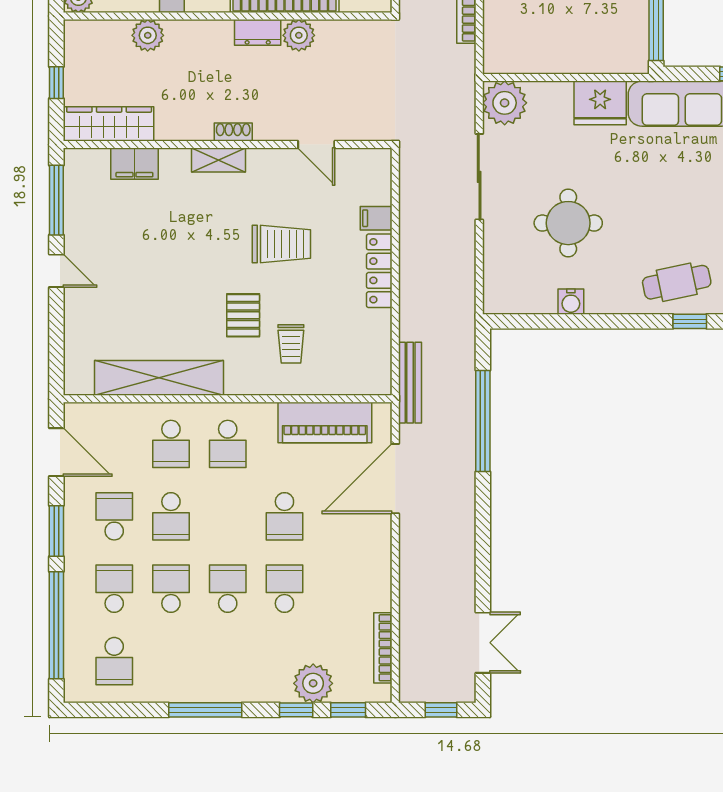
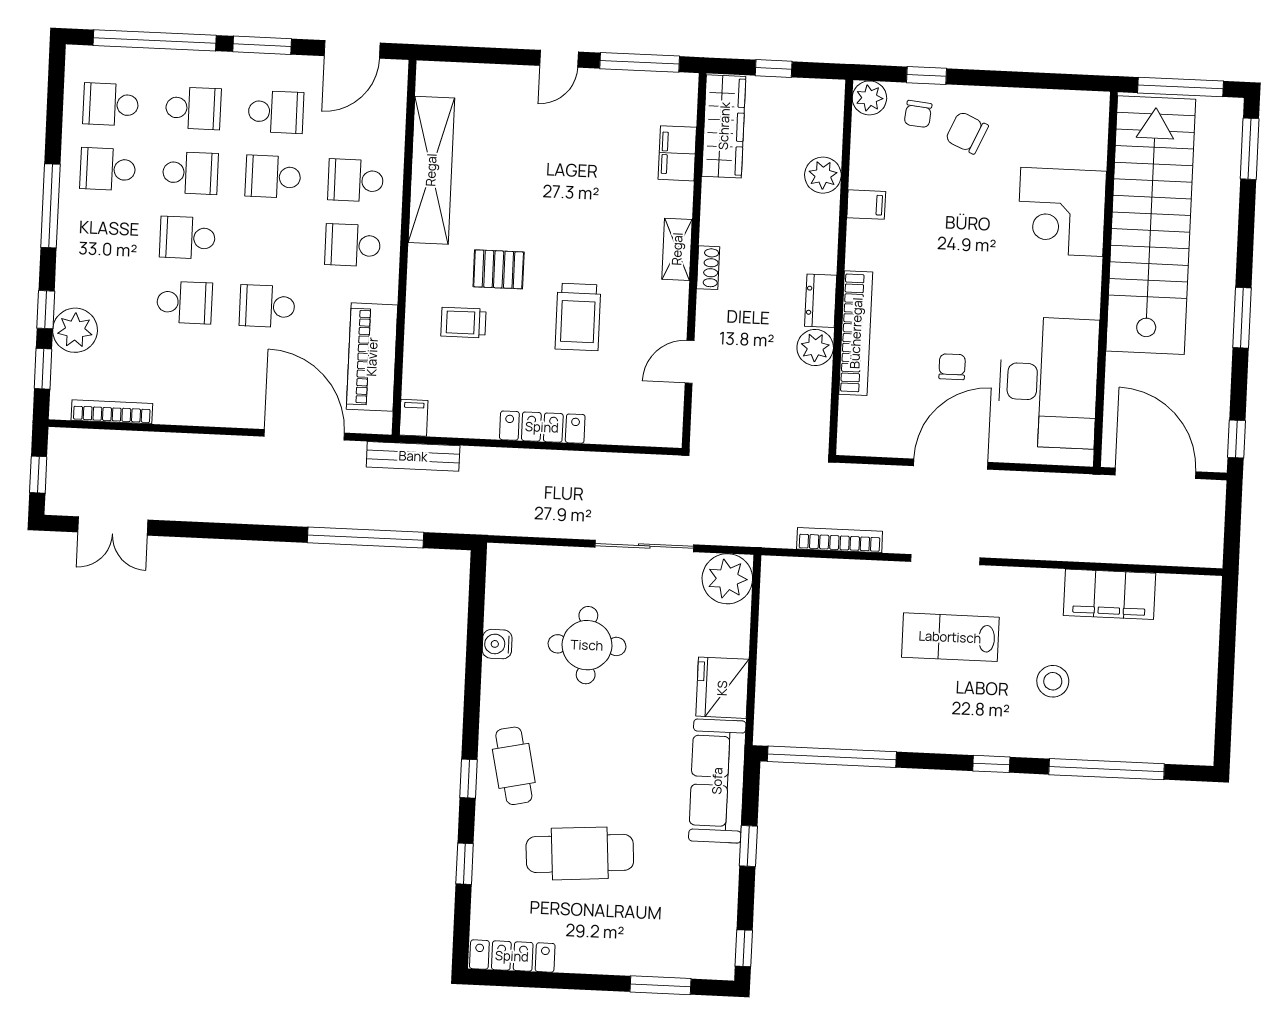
filing cabinet: (376, 218) -> (414, 418), moved
school desk: (228, 589) -> (187, 238), turned 180
school desk: (171, 661) -> (108, 169), added

